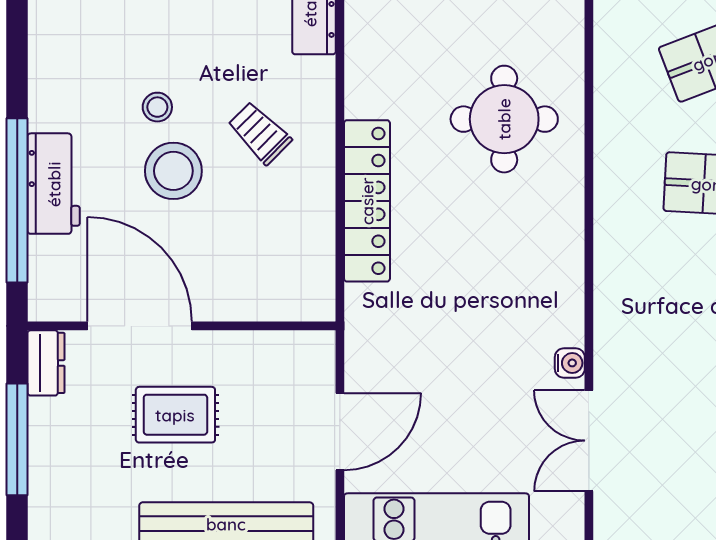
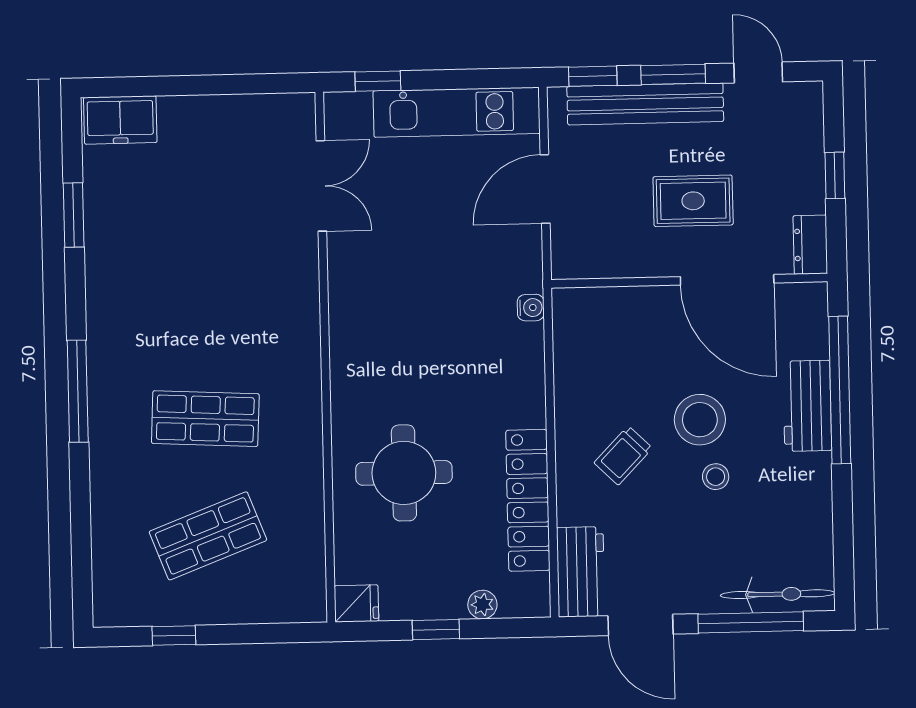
trolley: (260, 133) -> (623, 455), turned 89
locker: (367, 201) -> (528, 500), moved
water cooler: (570, 363) -> (531, 308), moved, turned 180
window: (17, 439) -> (835, 175), width x0.46

